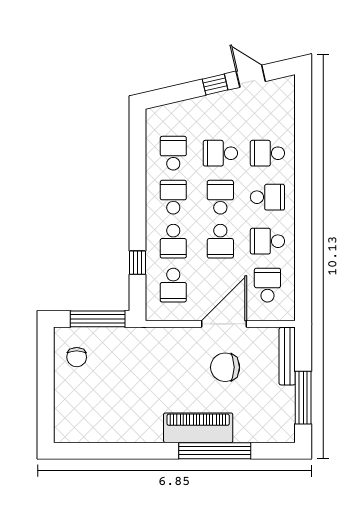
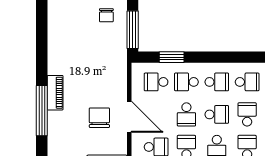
school desk: (220, 241) -> (186, 114), turned -90
window: (138, 263) -> (172, 57), width x1.50
chair: (77, 357) -> (106, 15), turned -90
piano: (198, 428) -> (55, 93), width x0.73, depth x0.75

